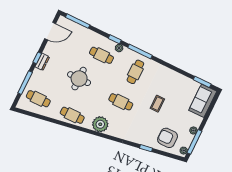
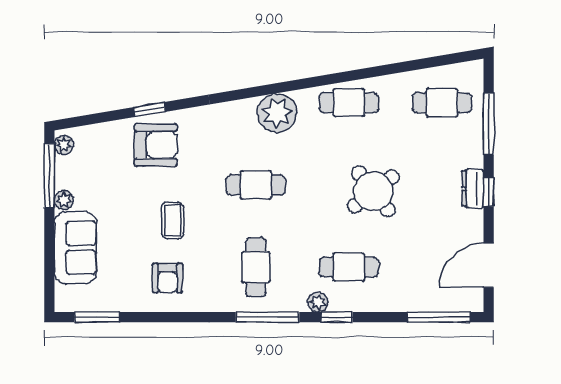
round table: (79, 79) -> (373, 191), turned -38
armchair: (170, 84) -> (167, 278), added
sofa: (203, 101) -> (75, 248), moved
armchair: (168, 138) -> (156, 145), moved

